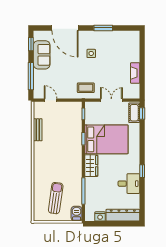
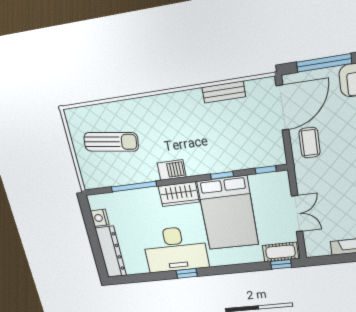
coffee table: (86, 88) -> (310, 143), moved
door: (51, 100) -> (283, 108), width x1.87
desk: (129, 184) -> (175, 249), width x1.87, depth x1.30
barbecue: (77, 214) -> (172, 170), moved

